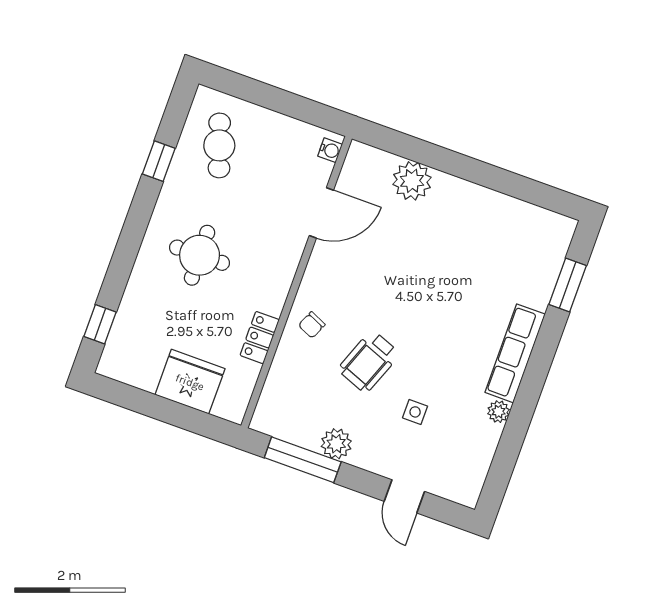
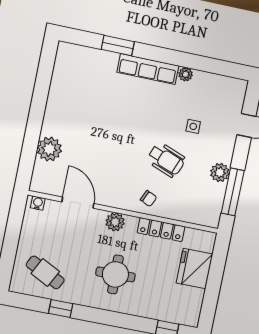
cafe table: (219, 145) -> (45, 272), turned 46
plant: (282, 267) -> (115, 222), added
window: (568, 285) -> (118, 46), moved
locker: (260, 338) -> (161, 230), width x1.53

